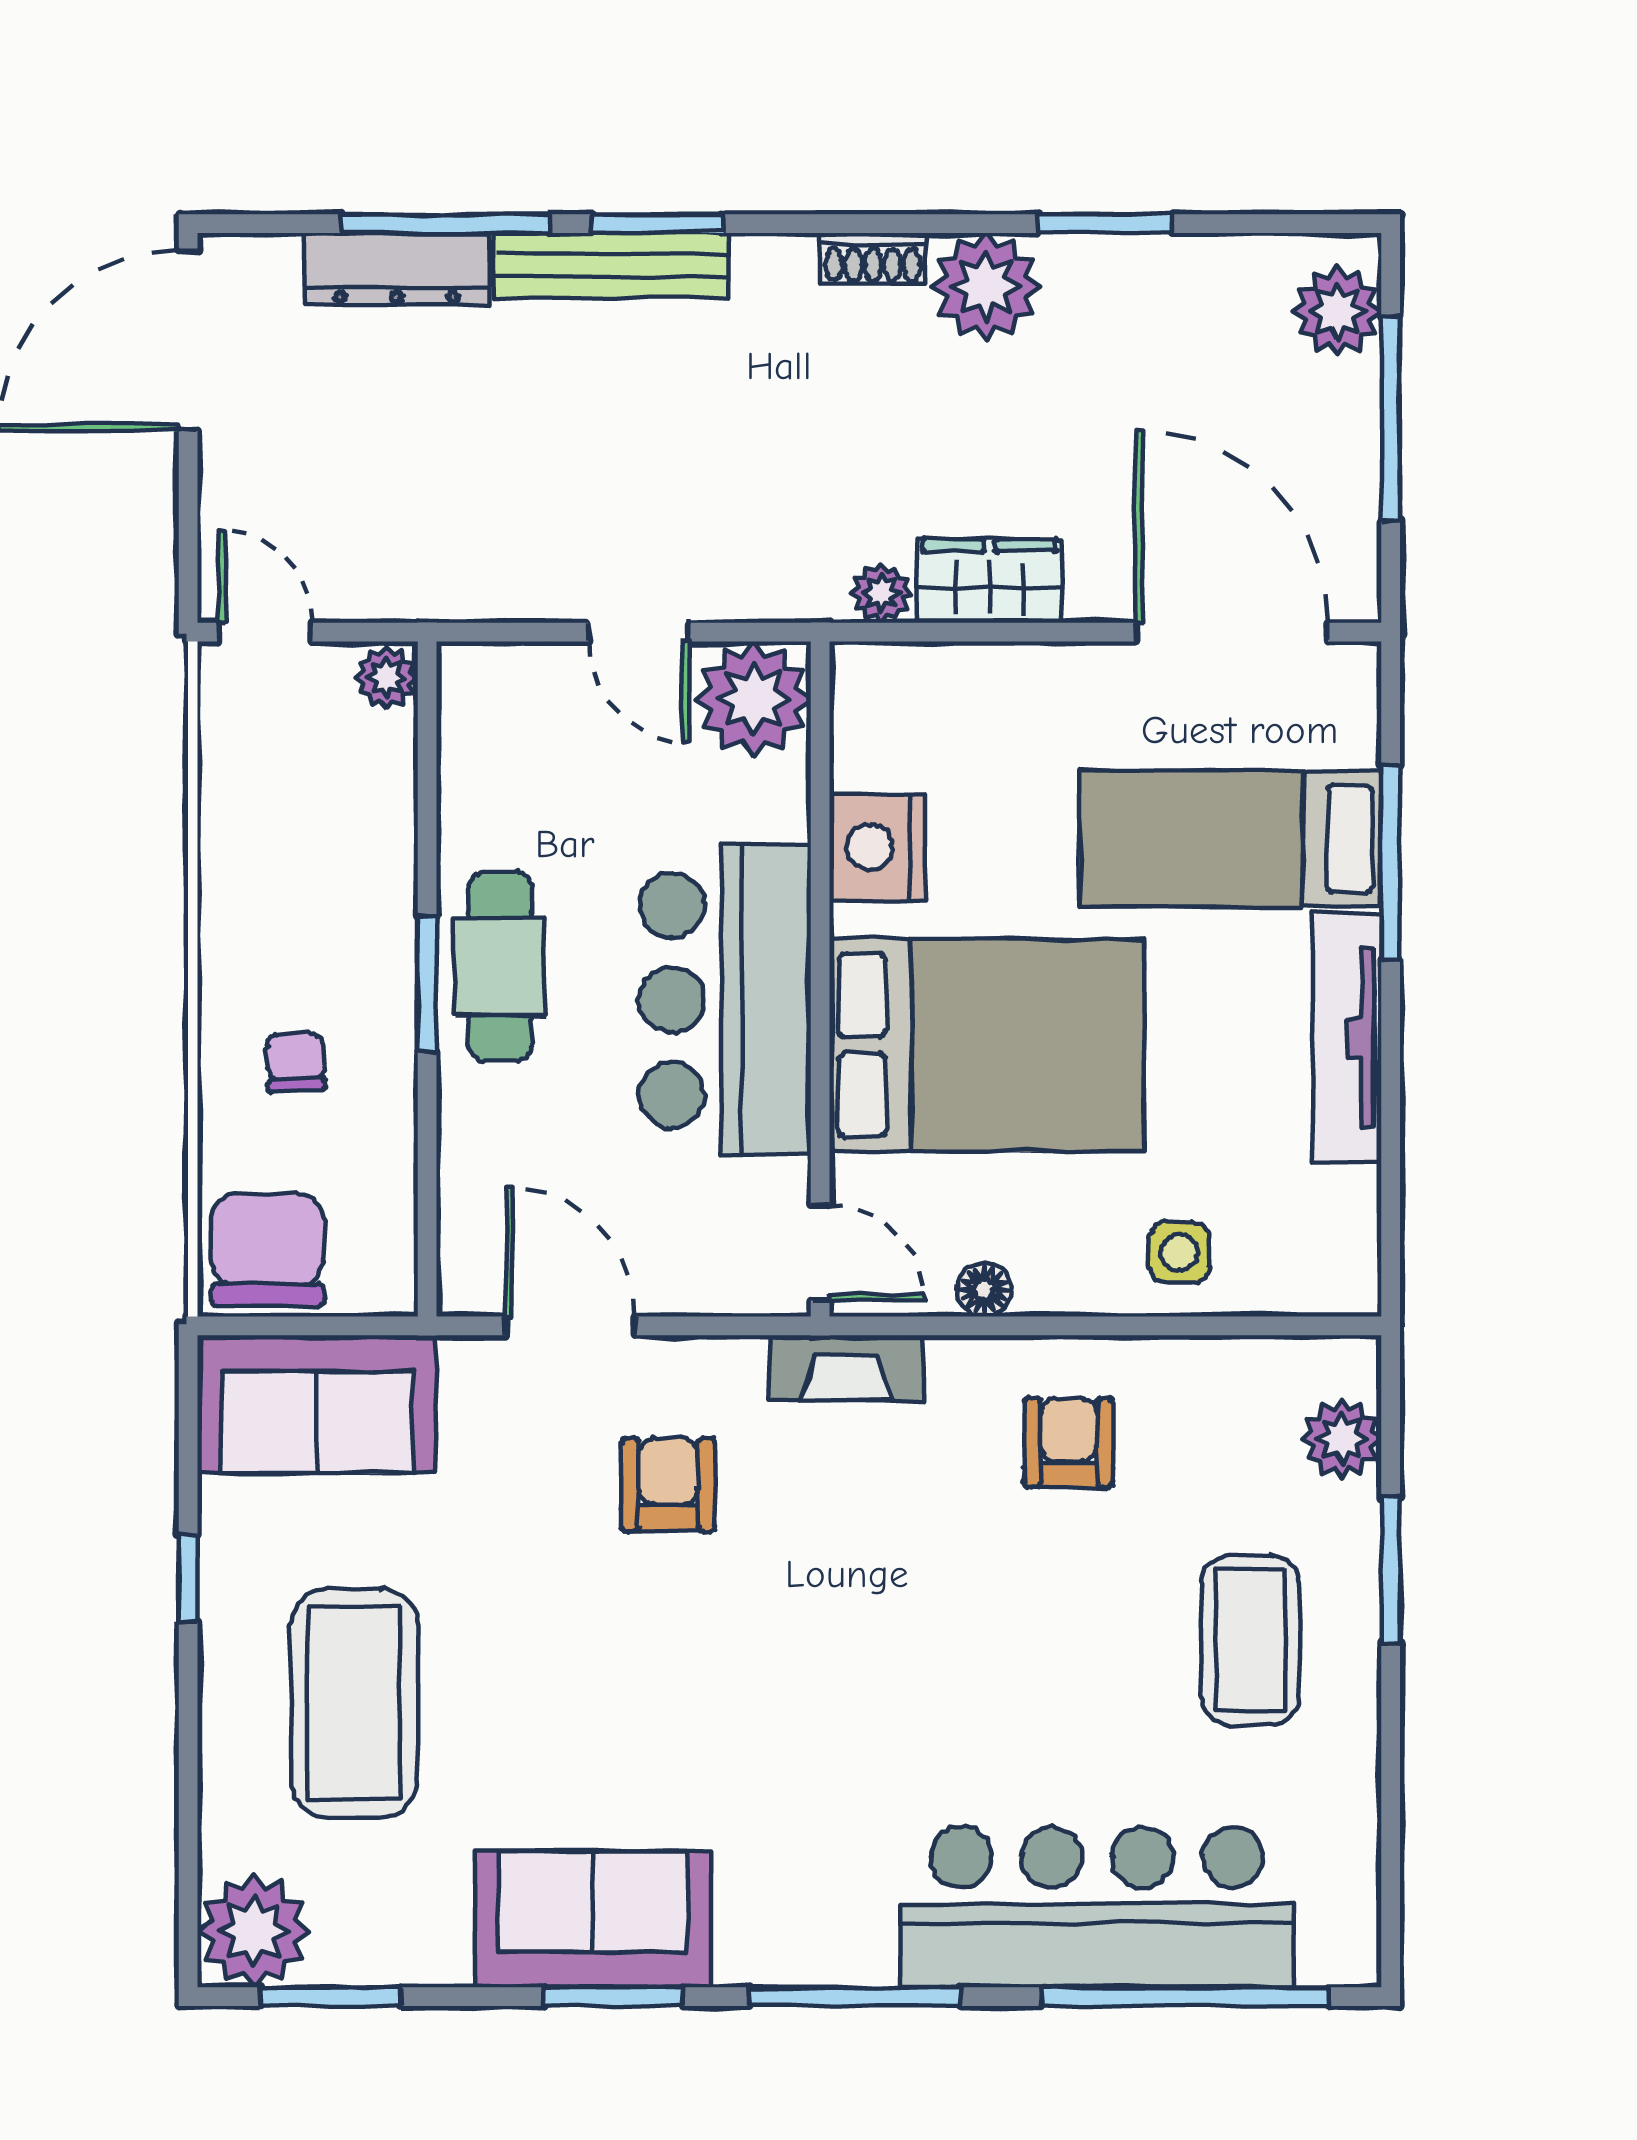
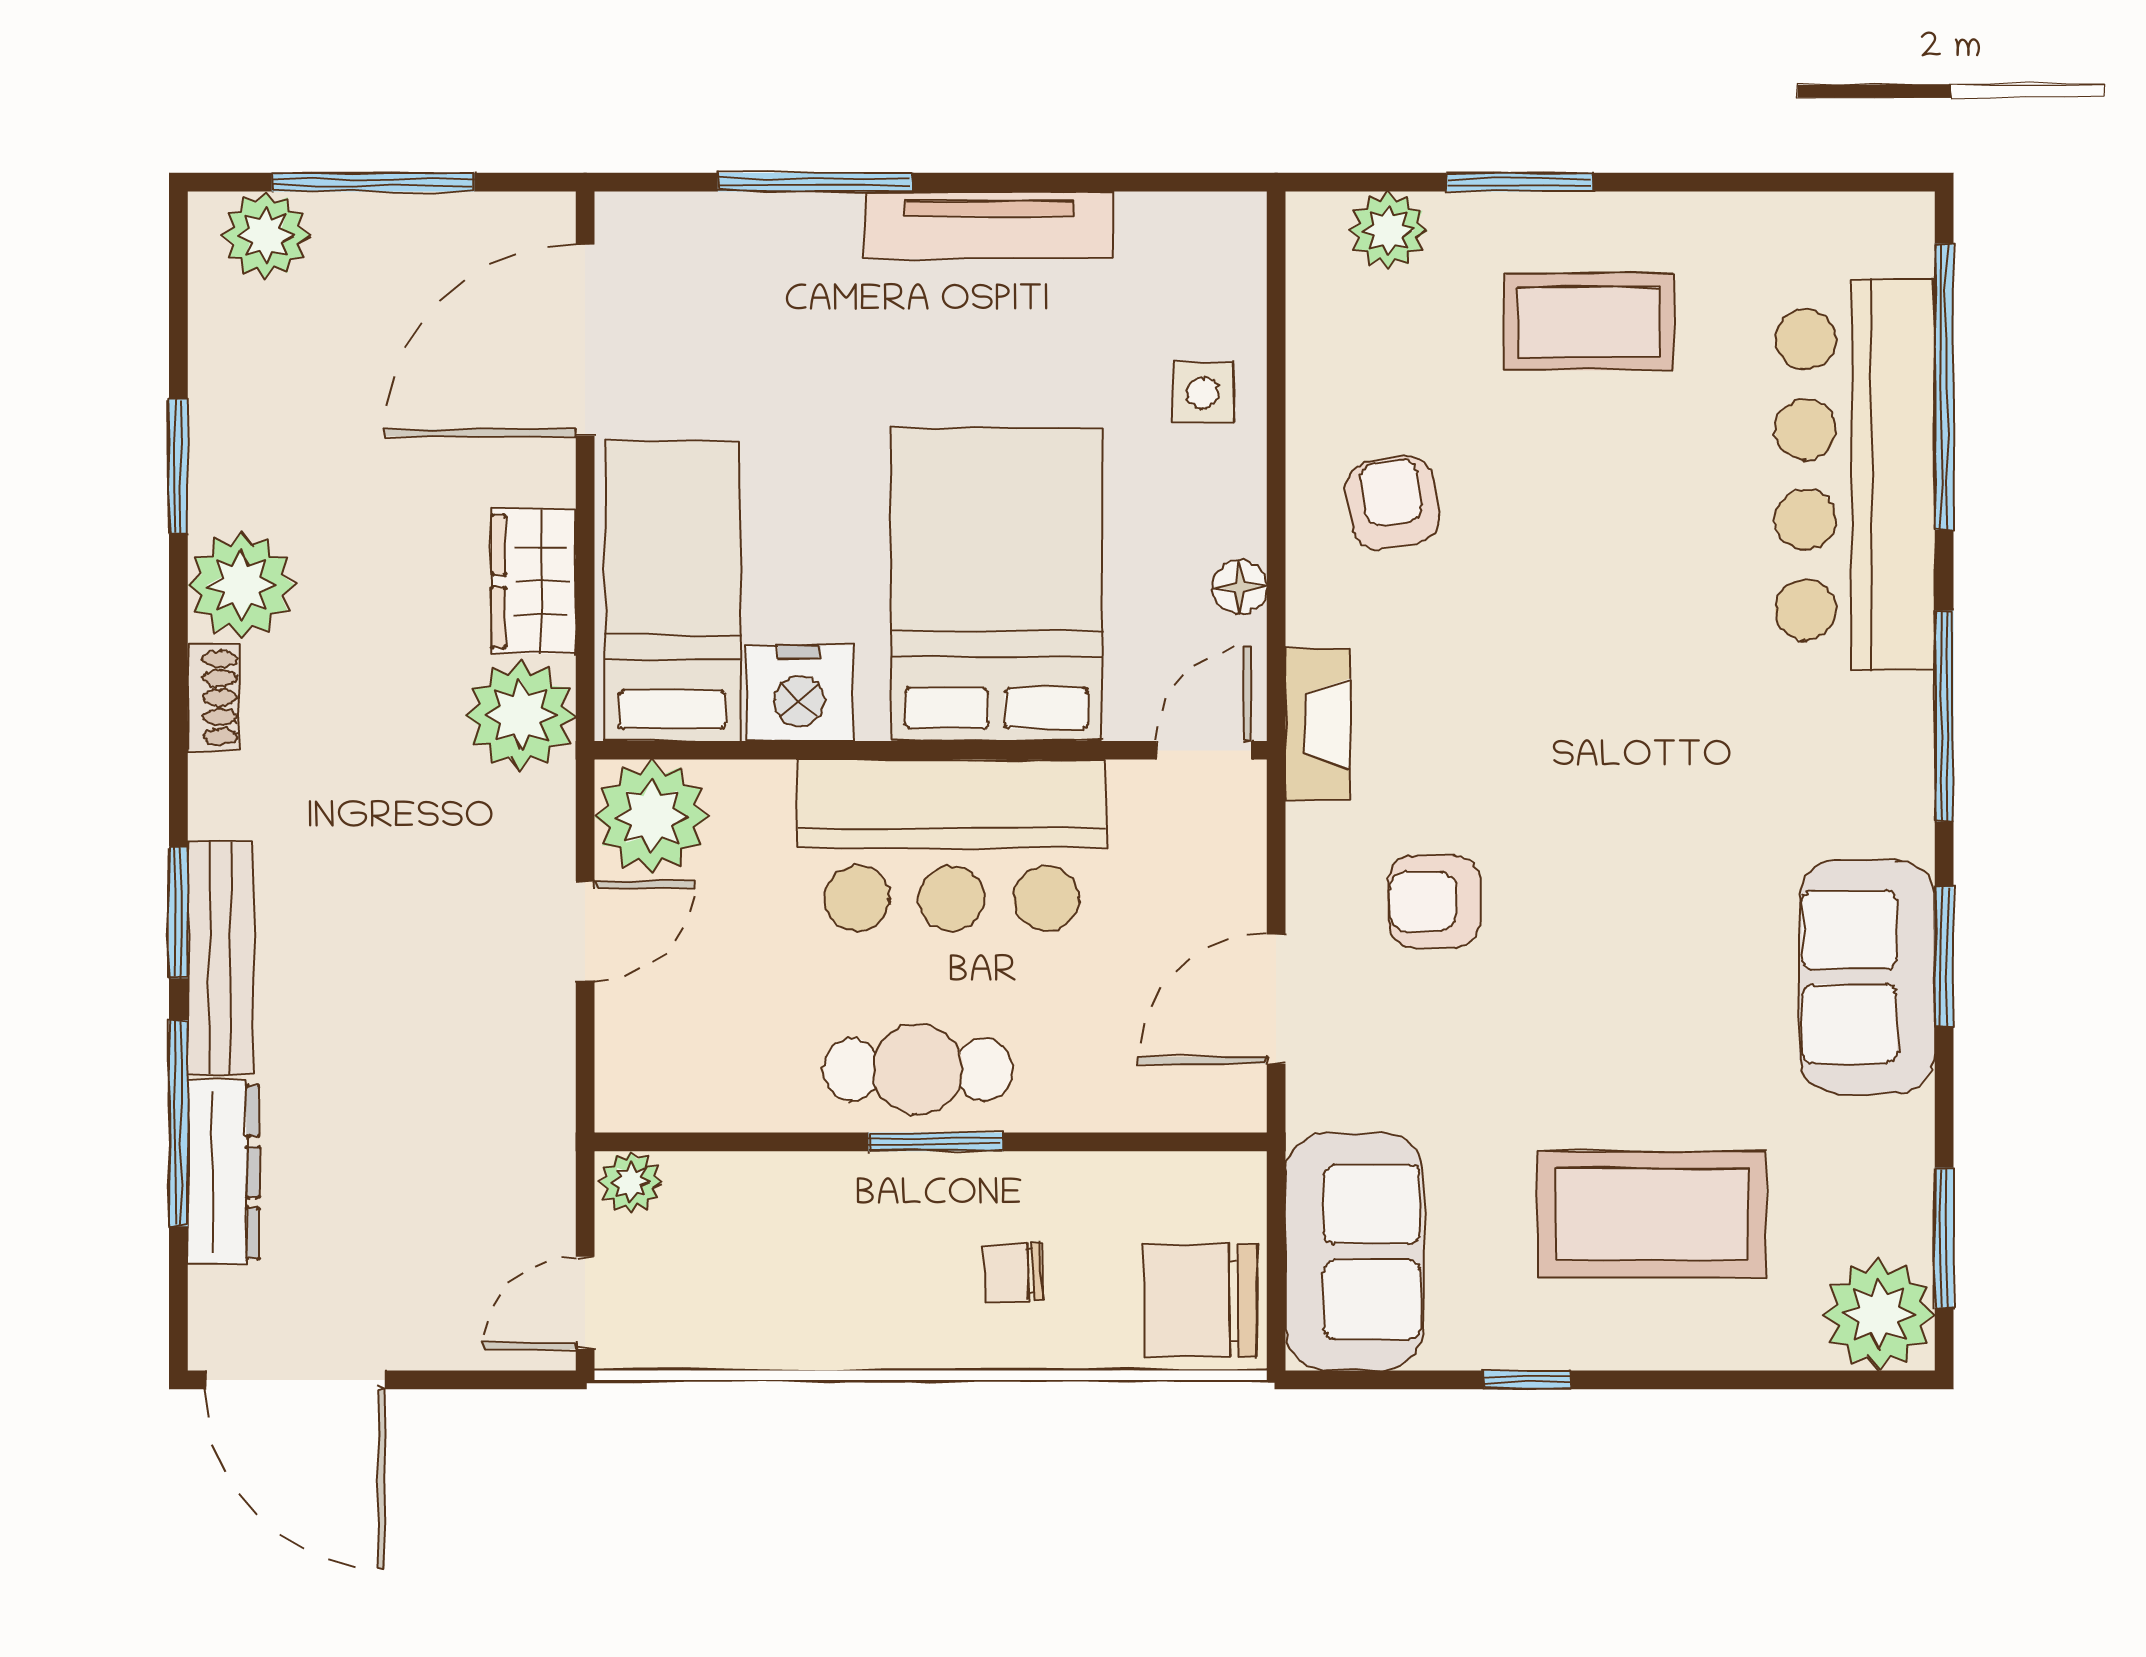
plant: (881, 593) -> (520, 715), width x1.88, depth x1.88
bed: (1231, 839) -> (672, 591), moved, turned 180
armchair: (1069, 1443) -> (1393, 503), turned 81

